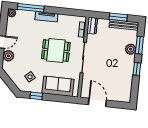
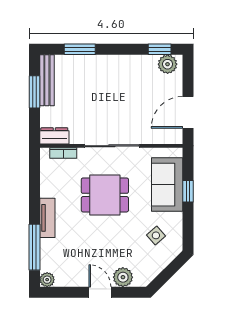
plant: (131, 49) -> (168, 64), moved
dining table: (56, 51) -> (105, 195), turned 90
window: (137, 69) -> (160, 49), moved
window: (36, 96) -> (188, 191), moved

